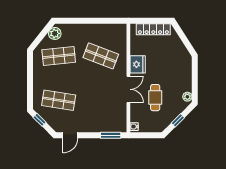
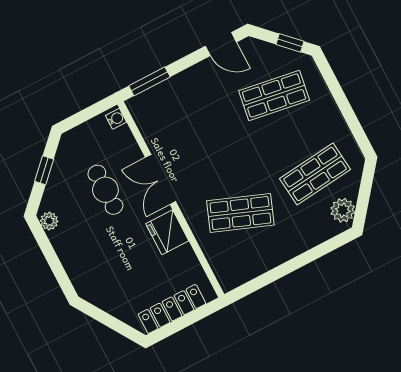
door: (70, 135) -> (221, 44), swing flipped

